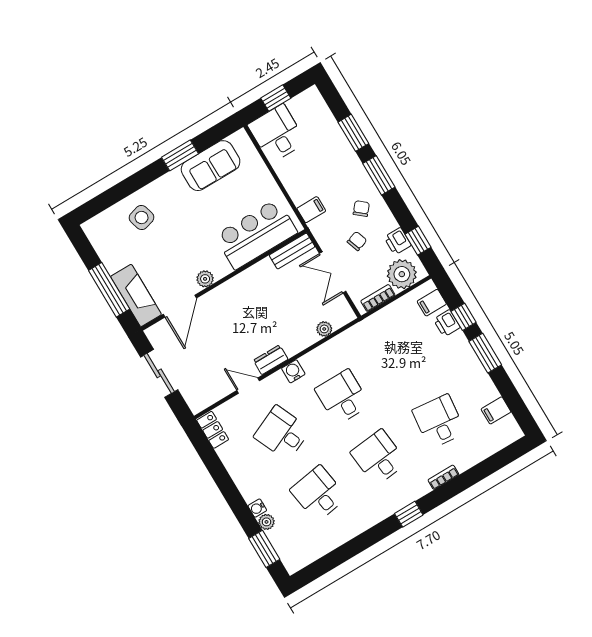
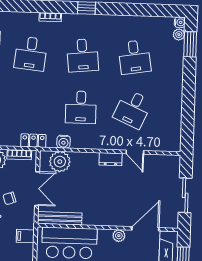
bench: (292, 251) -> (60, 218), width x1.36
plant: (324, 329) -> (60, 162), width x1.88, depth x1.88
water cooler: (293, 371) -> (64, 142), moved
locker: (213, 430) -> (33, 141), moved, turned 90
desk: (282, 433) -> (133, 109), turned 48
water cooler: (257, 508) -> (180, 22), moved
plant: (266, 522) -> (179, 35), moved

